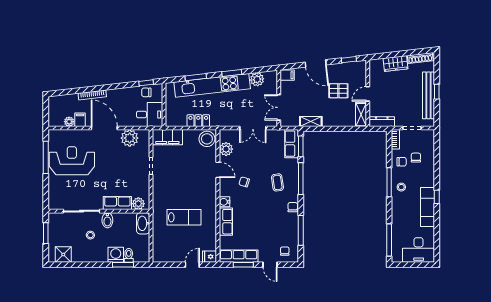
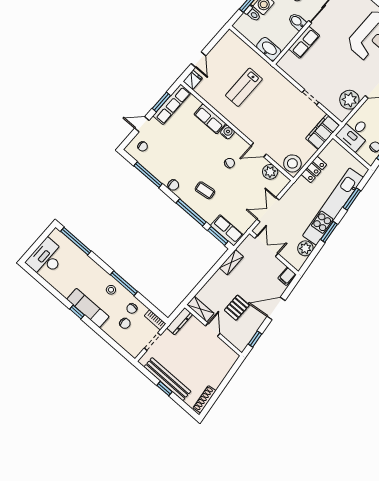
wardrobe: (395, 64) -> (218, 375), removed
plant: (138, 204) -> (288, 59), removed
exam couch: (428, 207) -> (88, 308), moved

